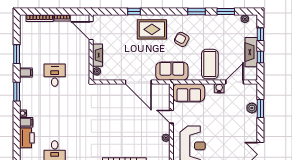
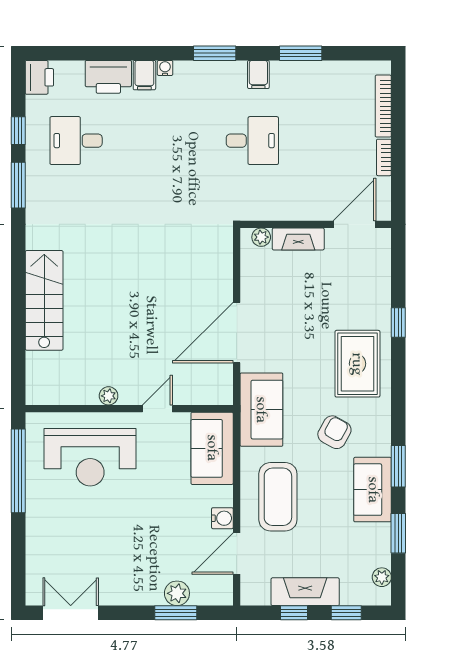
sofa: (207, 23) -> (373, 490), added
coffee table: (210, 64) -> (278, 497), turned 90
door: (235, 82) -> (237, 554), swing flipped

